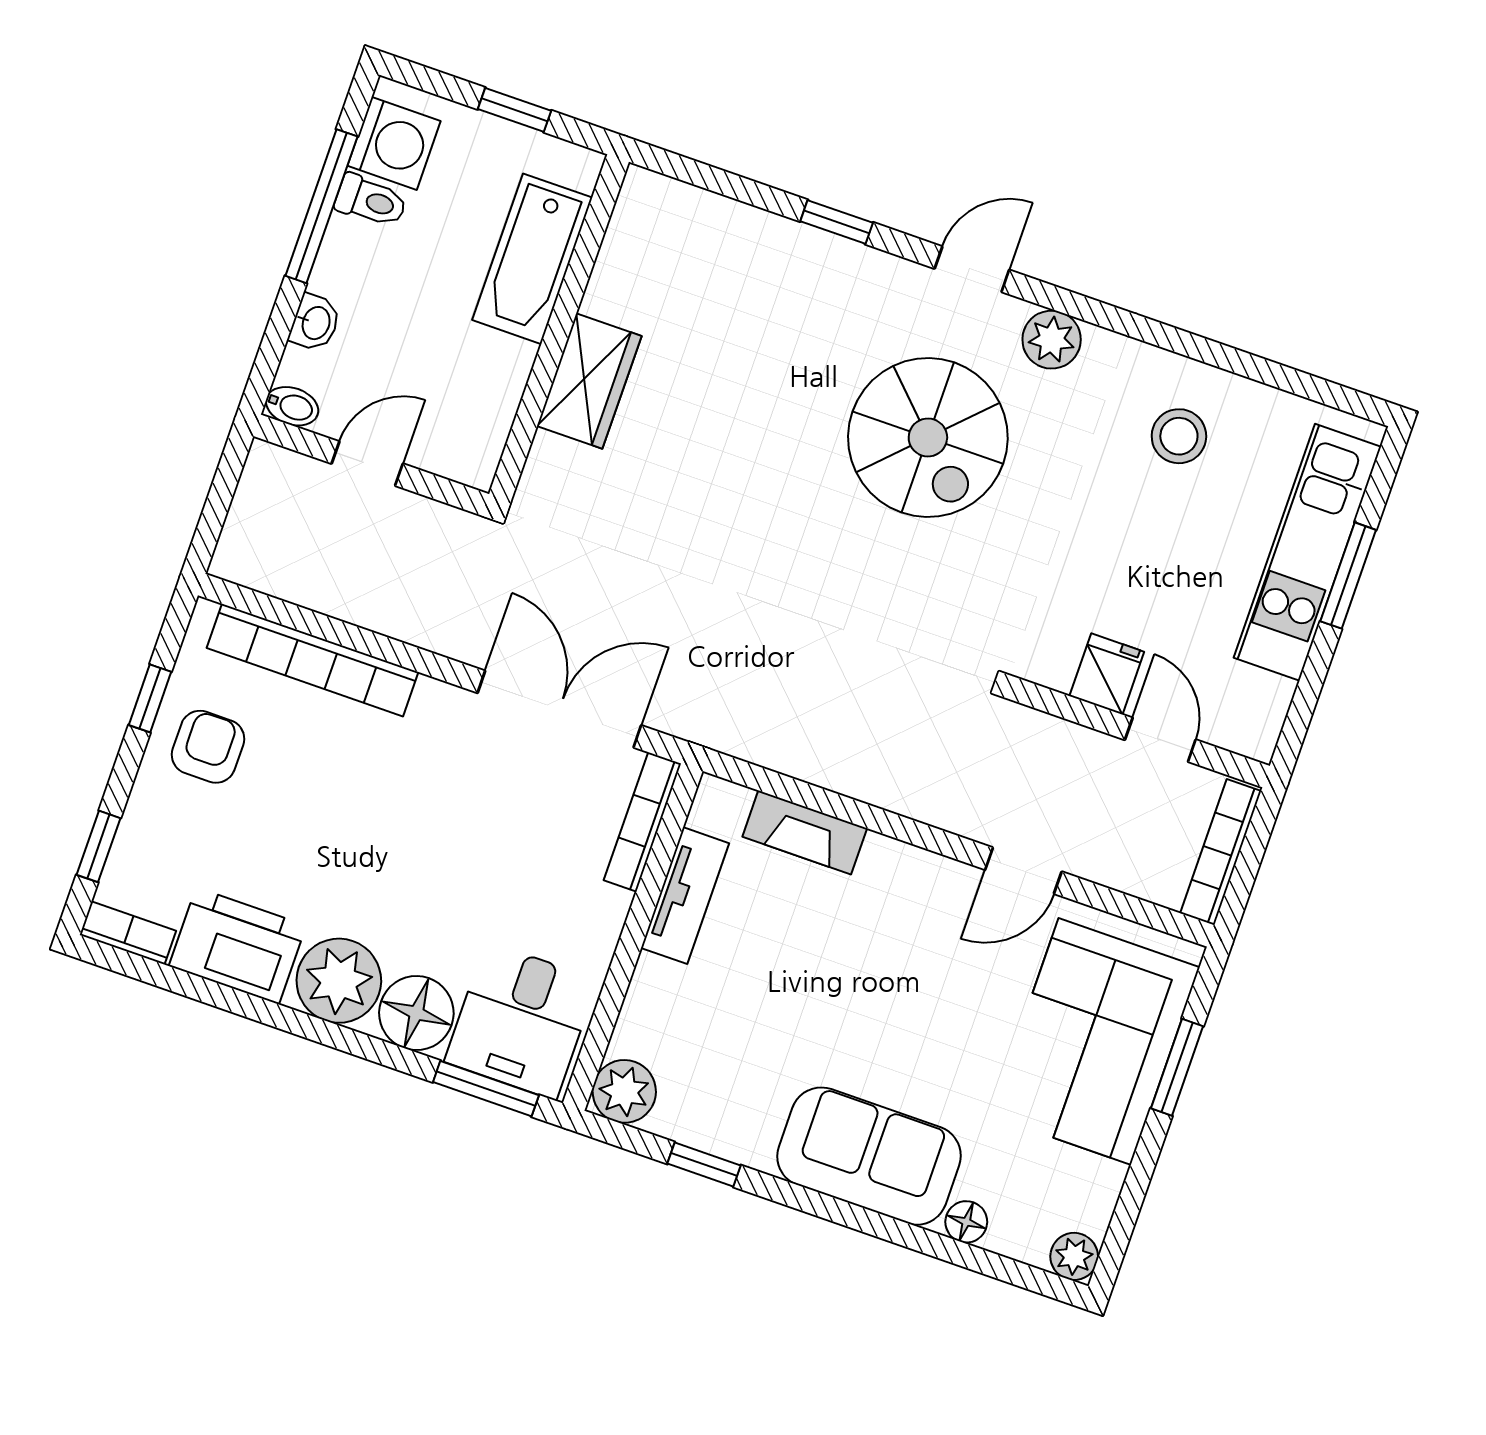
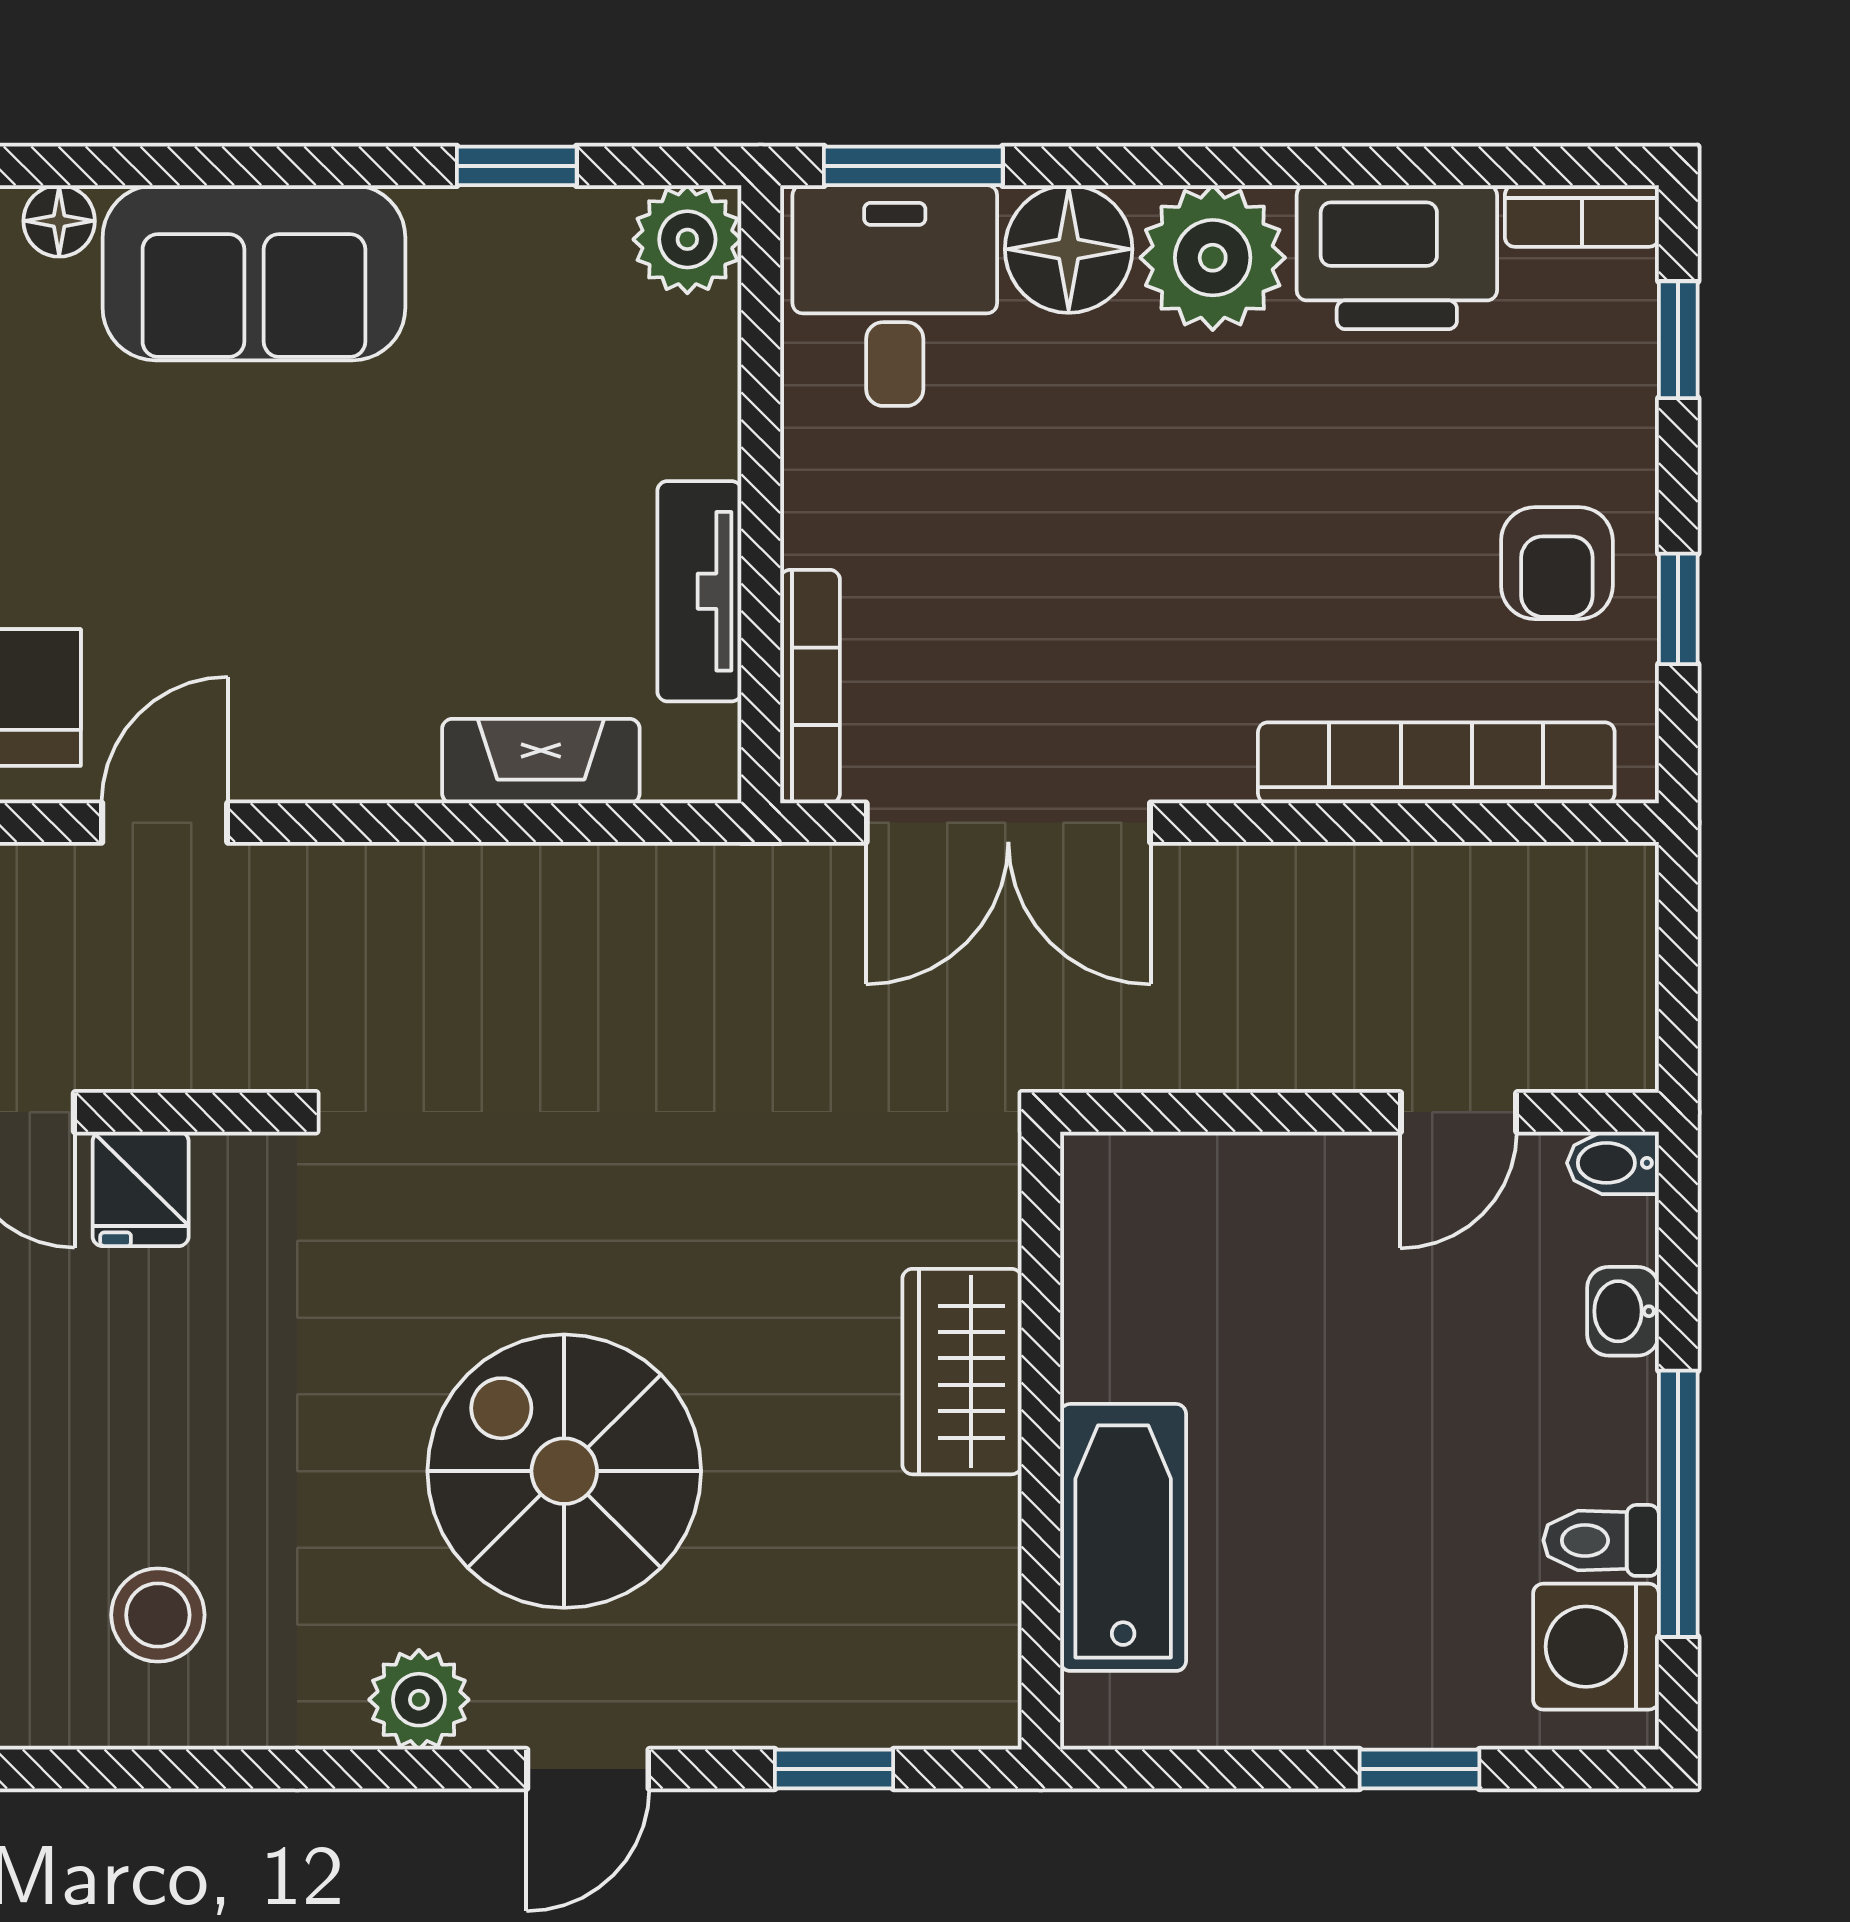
bathtub: (532, 259) -> (1123, 1537), moved
wall: (559, 328) -> (1041, 1441), moved
wardrobe: (589, 381) -> (962, 1372), moved

